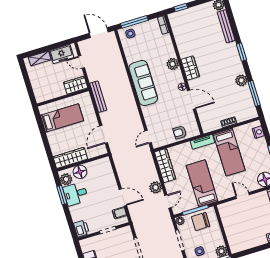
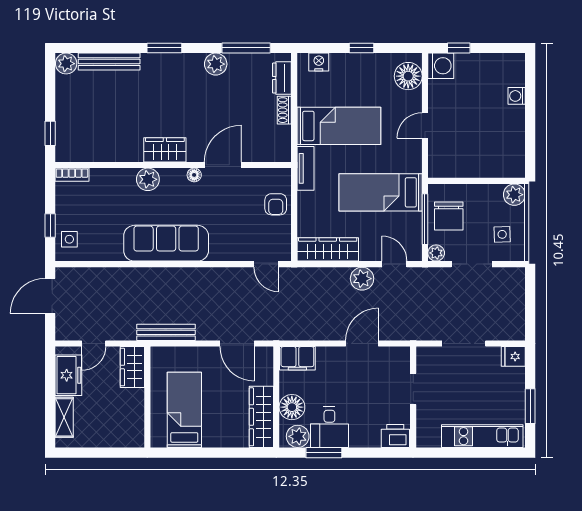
window: (134, 22) -> (50, 226), width x0.46
dresser: (244, 116) -> (282, 78), added
filing cabinet: (119, 213) -> (297, 358), moved, width x2.00

